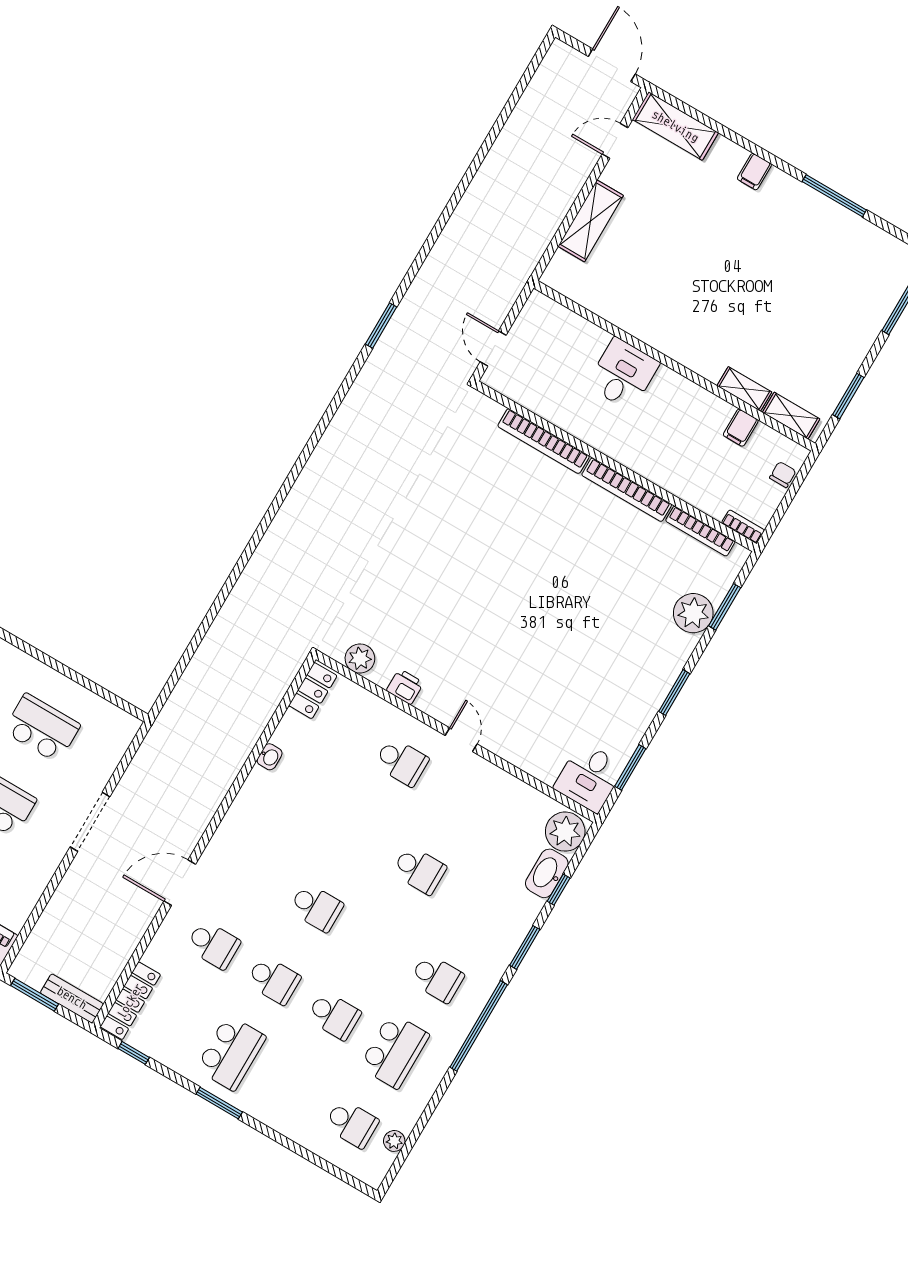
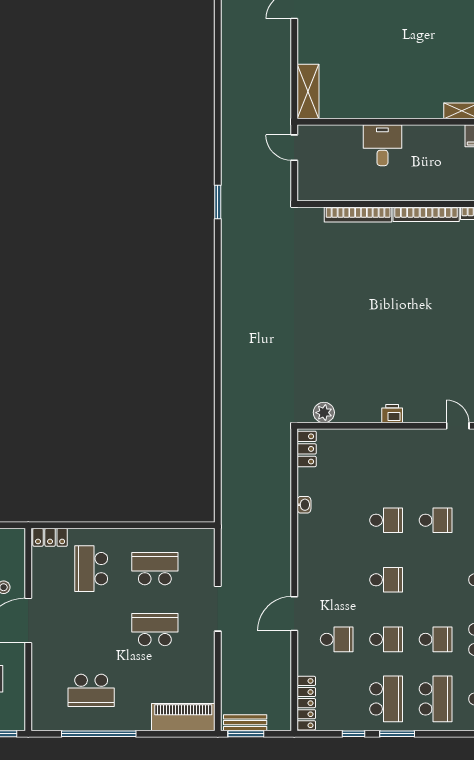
shelving: (591, 221) -> (308, 91), moved
door: (493, 349) -> (294, 148), moved
printer: (405, 687) -> (392, 414), moved
door: (461, 740) -> (458, 426), moved
school desk: (402, 762) -> (386, 520), moved
bench: (72, 998) -> (245, 723), moved
window: (134, 1053) -> (354, 734), moved
school desk: (291, 1088) -> (436, 699), added

